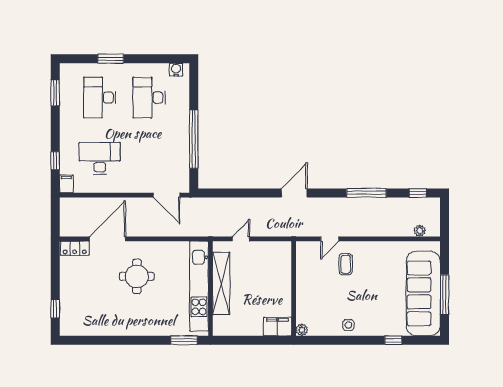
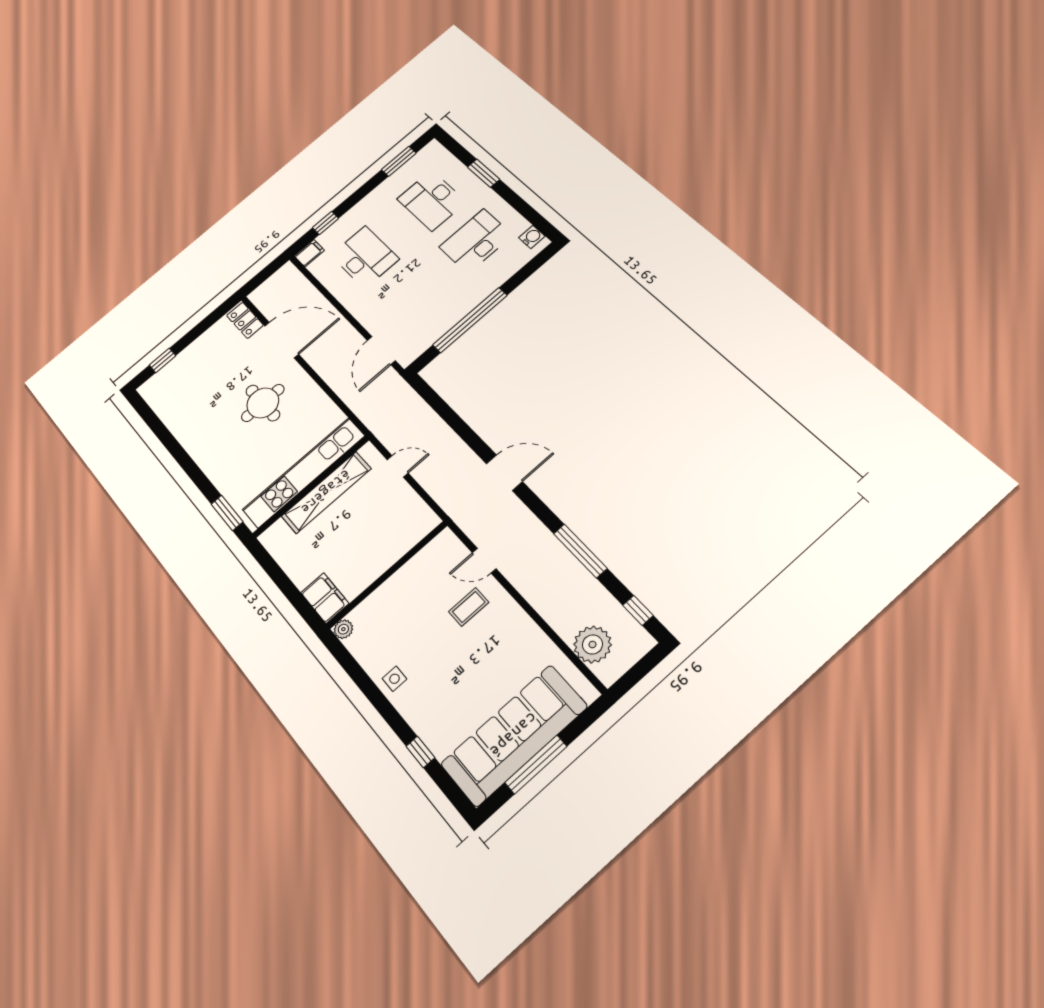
desk: (100, 98) -> (432, 200), turned -90
plant: (420, 231) -> (592, 644), width x1.88, depth x1.88

